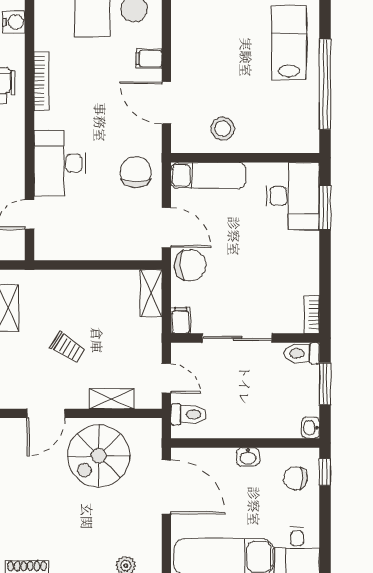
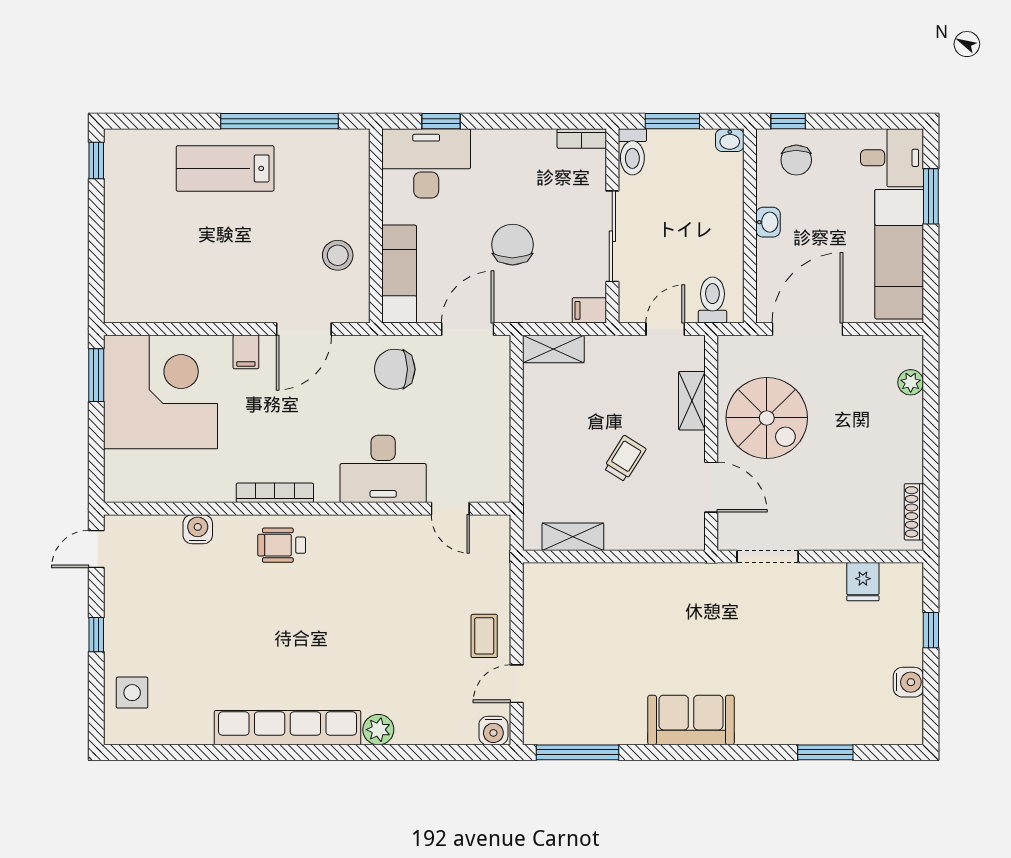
window: (325, 207) -> (441, 121), width x0.67
chair: (190, 265) -> (512, 245), moved

